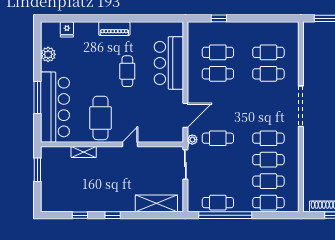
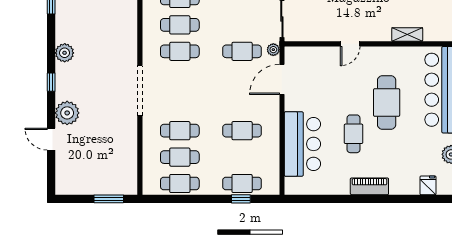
cafe table: (268, 31) -> (180, 184), added
cafe table: (218, 52) -> (242, 184), moved
cafe table: (101, 118) -> (387, 103), moved

